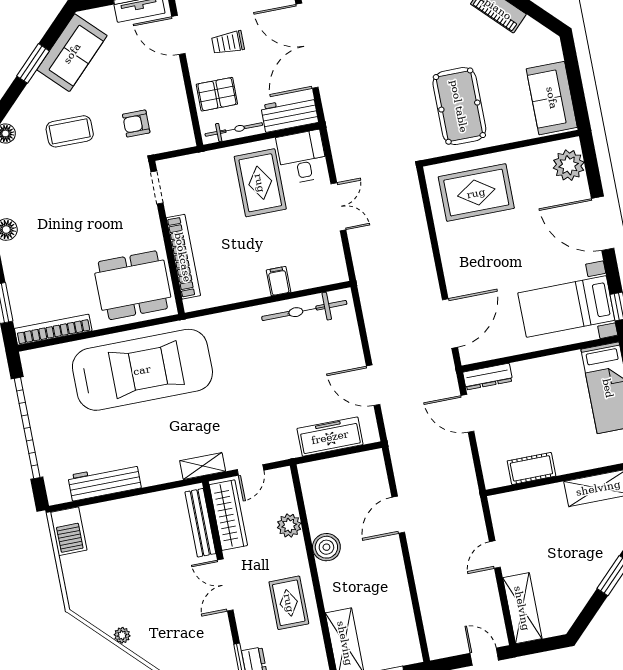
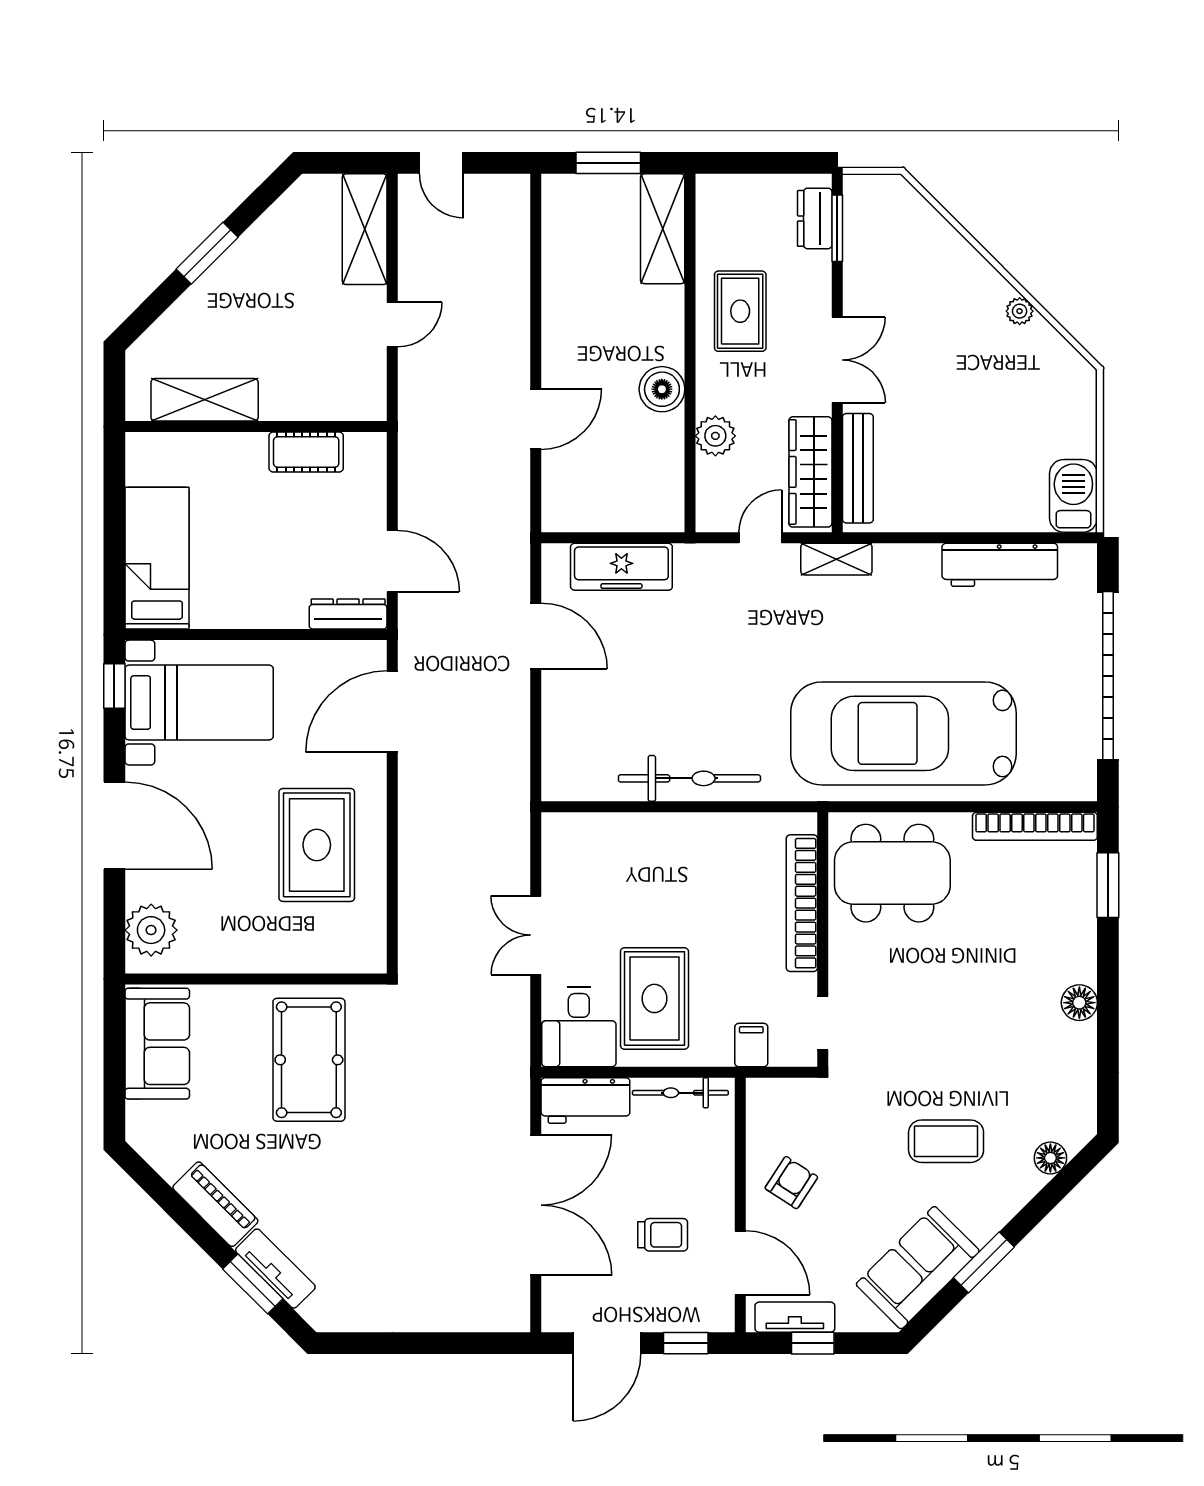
pallet: (217, 94) -> (697, 1155), removed
armchair: (136, 123) -> (791, 1183), moved, turned -57
rug: (476, 193) -> (317, 845), moved, turned 90
filing cabinet: (278, 281) -> (751, 1045), moved, turned 180
bicycle: (304, 310) -> (689, 778), moved

